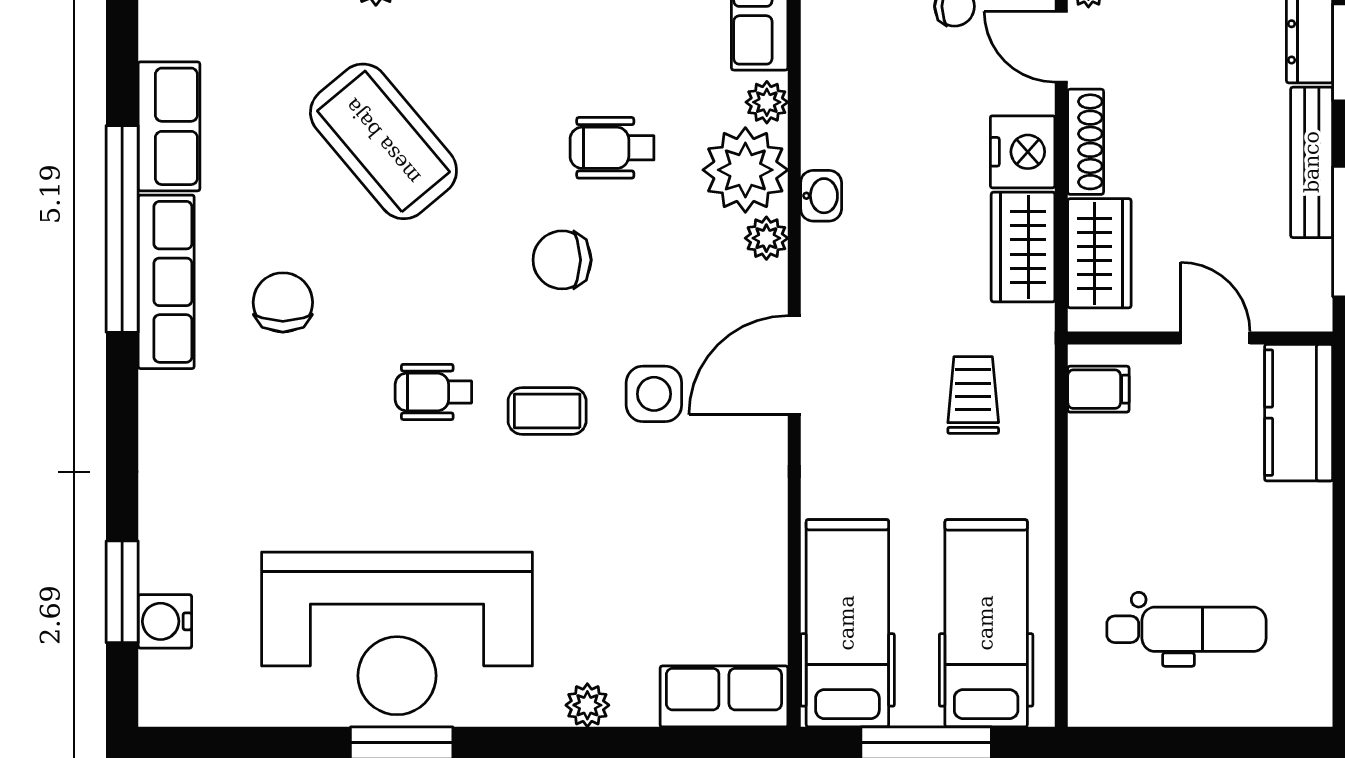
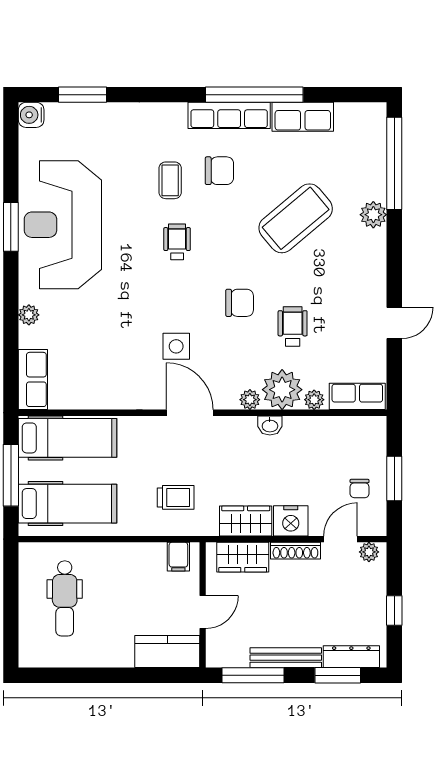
chair: (562, 260) -> (240, 303), turned 90
coffee table: (547, 411) -> (170, 180), moved
water cooler: (165, 621) -> (31, 115), moved, turned -90

